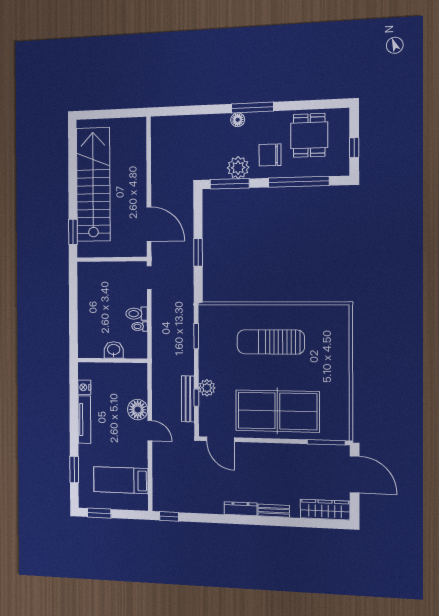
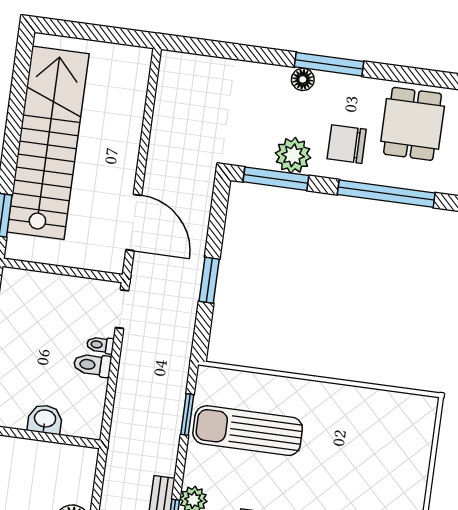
toilet: (140, 326) -> (100, 345), moved
sun lounger: (271, 342) -> (248, 431), moved

